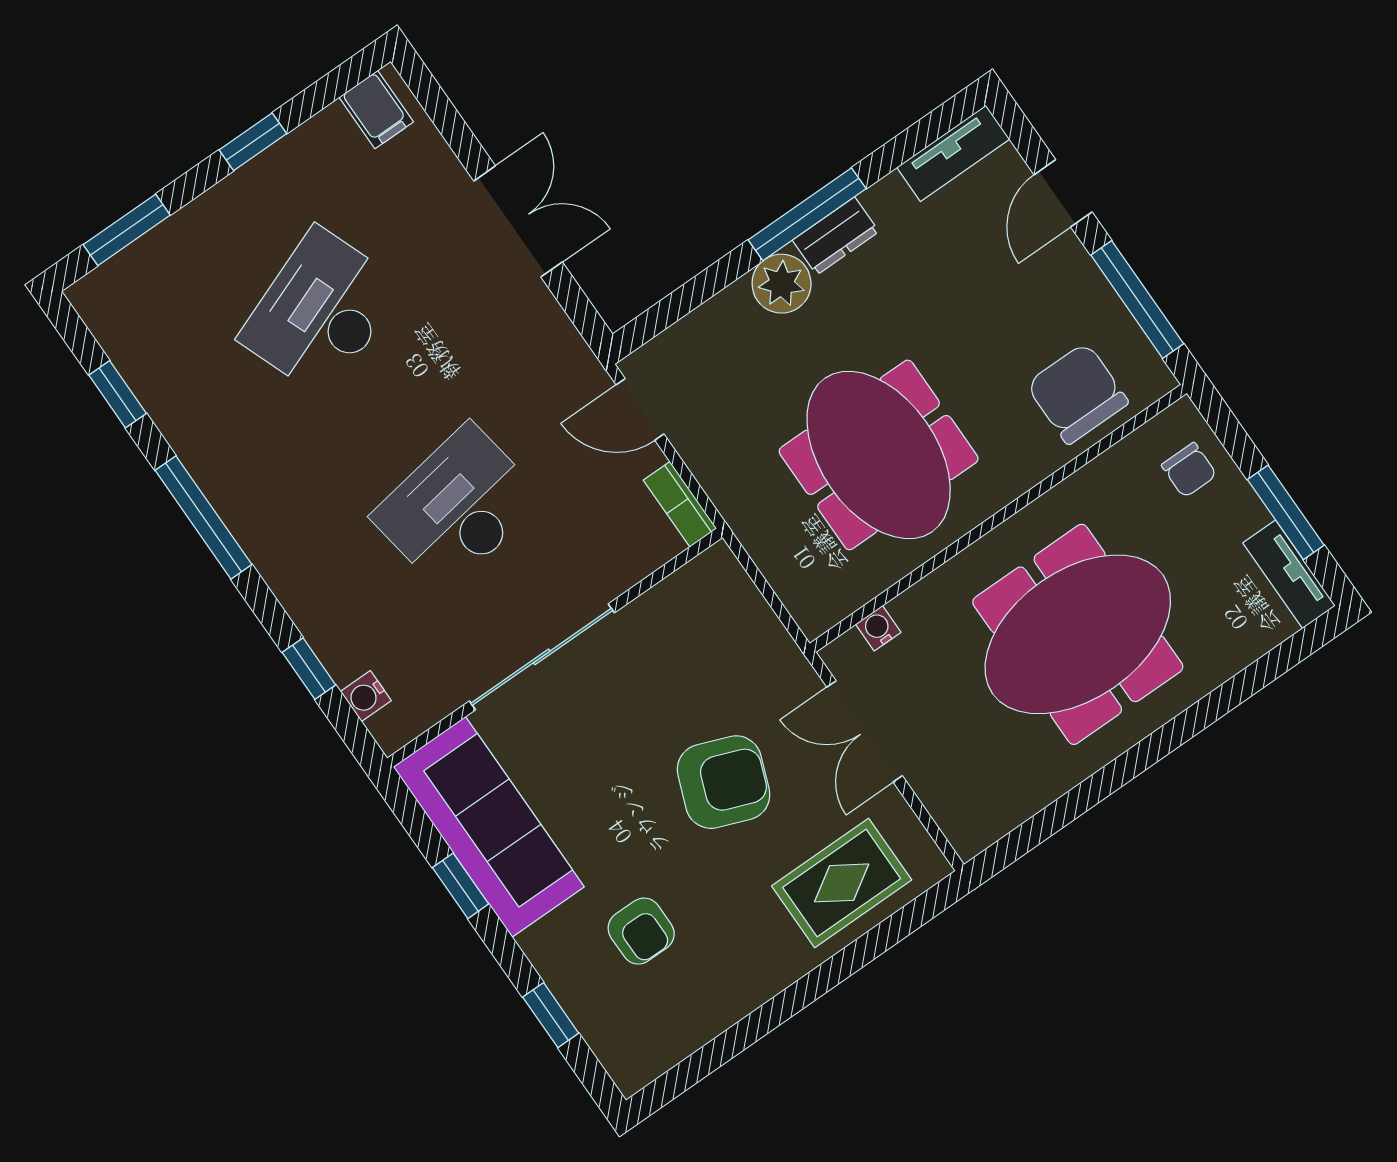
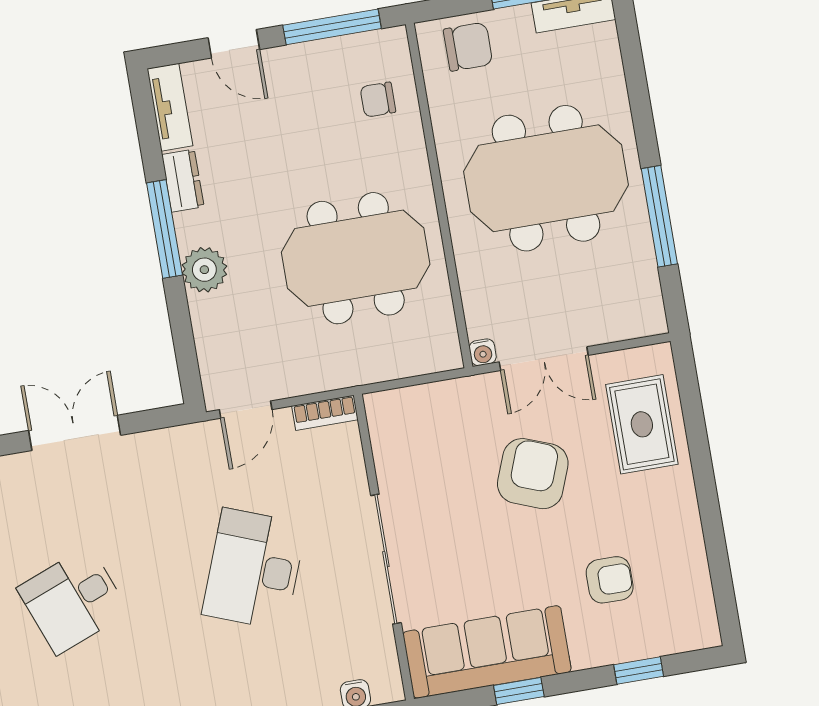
dresser: (836, 236) -> (183, 181), moved
desk: (321, 312) -> (73, 600), width x0.73
chair: (1077, 393) -> (378, 100), width x0.54, depth x0.54
chair: (1189, 470) -> (468, 47), width x1.37, depth x1.37
desk: (457, 508) -> (254, 569), turned 30
water cooler: (878, 628) -> (483, 352), moved, turned -90
meeting table: (1078, 634) -> (546, 178), turned 90
window: (1096, 789) -> (659, 216), added

